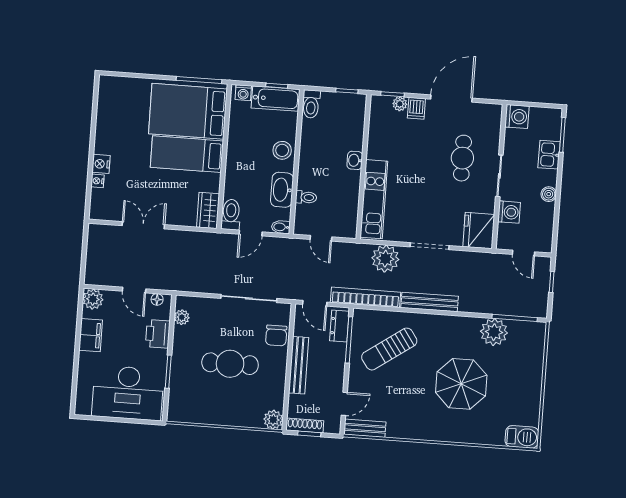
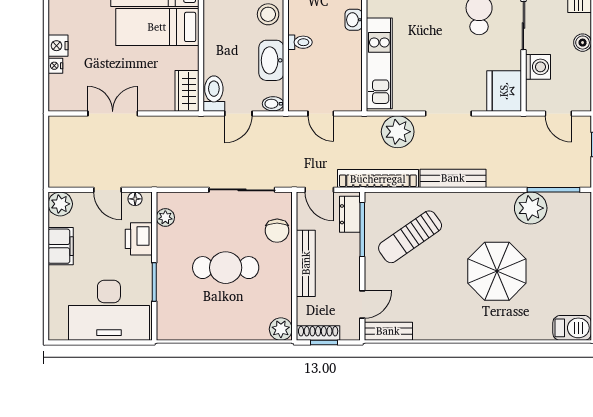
toilet: (306, 197) -> (300, 42), moved

